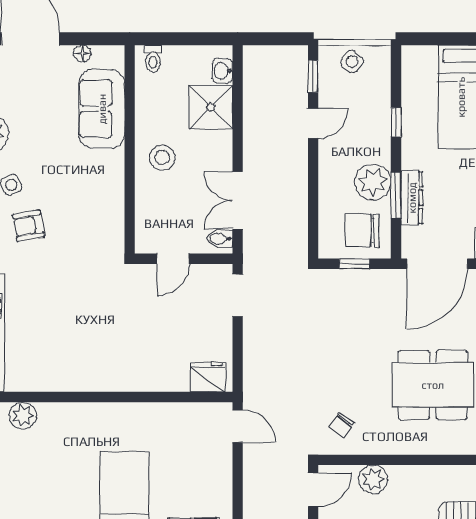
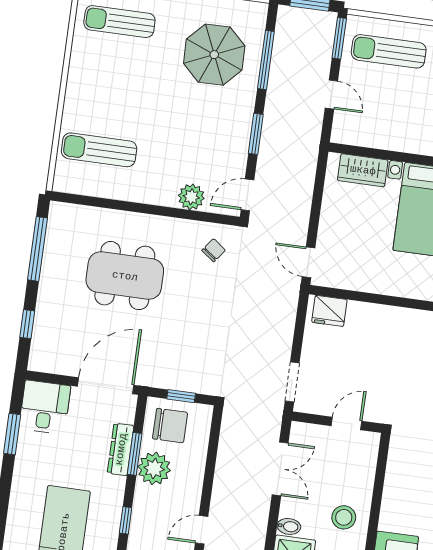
bidet: (220, 239) -> (289, 526), moved

